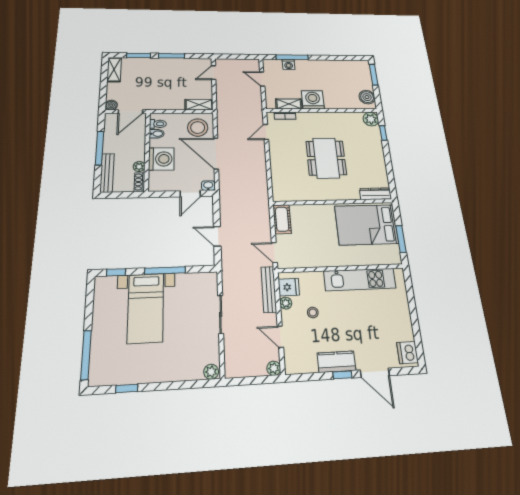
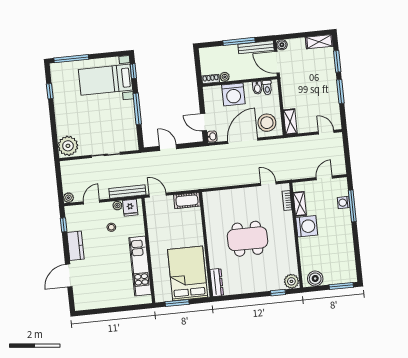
bench: (107, 173) -> (256, 47), moved
door: (217, 236) -> (168, 147), hinge flipped
door: (274, 253) -> (158, 195), hinge flipped
bed with nightstands: (146, 308) -> (106, 80), moved
dishwasher: (408, 353) -> (85, 302), removed
plant: (211, 372) -> (68, 146), width x1.88, depth x1.88
window: (342, 375) -> (64, 225), moved

